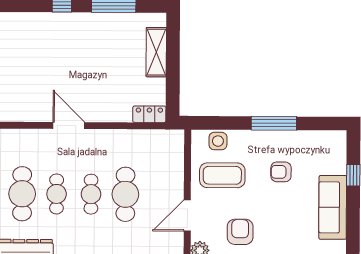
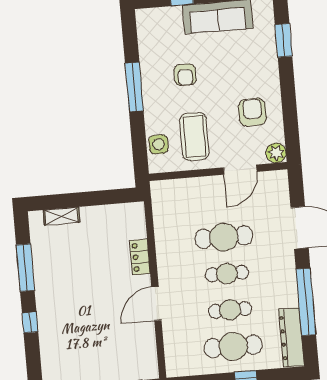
shelving: (156, 52) -> (61, 216), width x0.67, depth x0.75
locker: (149, 114) -> (140, 257), moved
door: (187, 216) -> (240, 170), hinge flipped
armchair: (240, 232) -> (252, 112), turned 90

